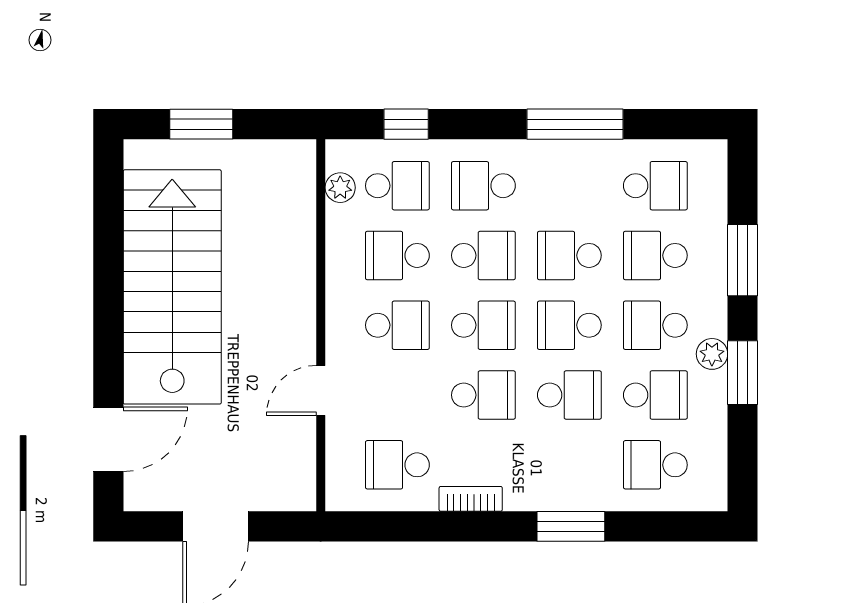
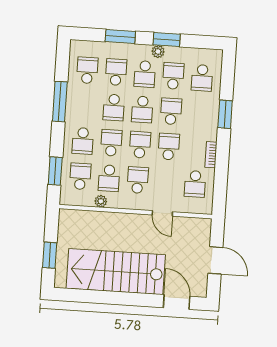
window: (406, 124) -> (55, 171), width x1.50
plant: (340, 188) -> (101, 201), moved
school desk: (655, 255) -> (116, 72), turned 180

